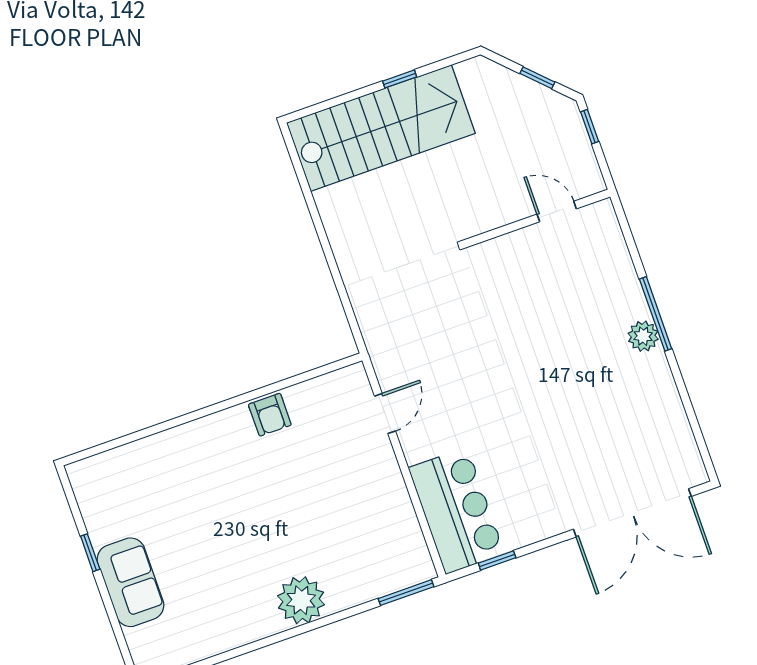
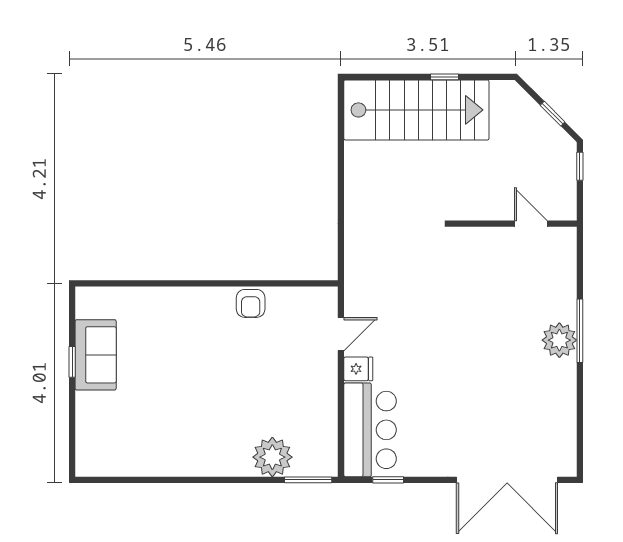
plant: (643, 336) -> (559, 340), width x1.36, depth x1.36
fridge: (419, 446) -> (358, 369), added
sofa: (130, 582) -> (96, 355), moved
plant: (301, 600) -> (272, 457), moved

